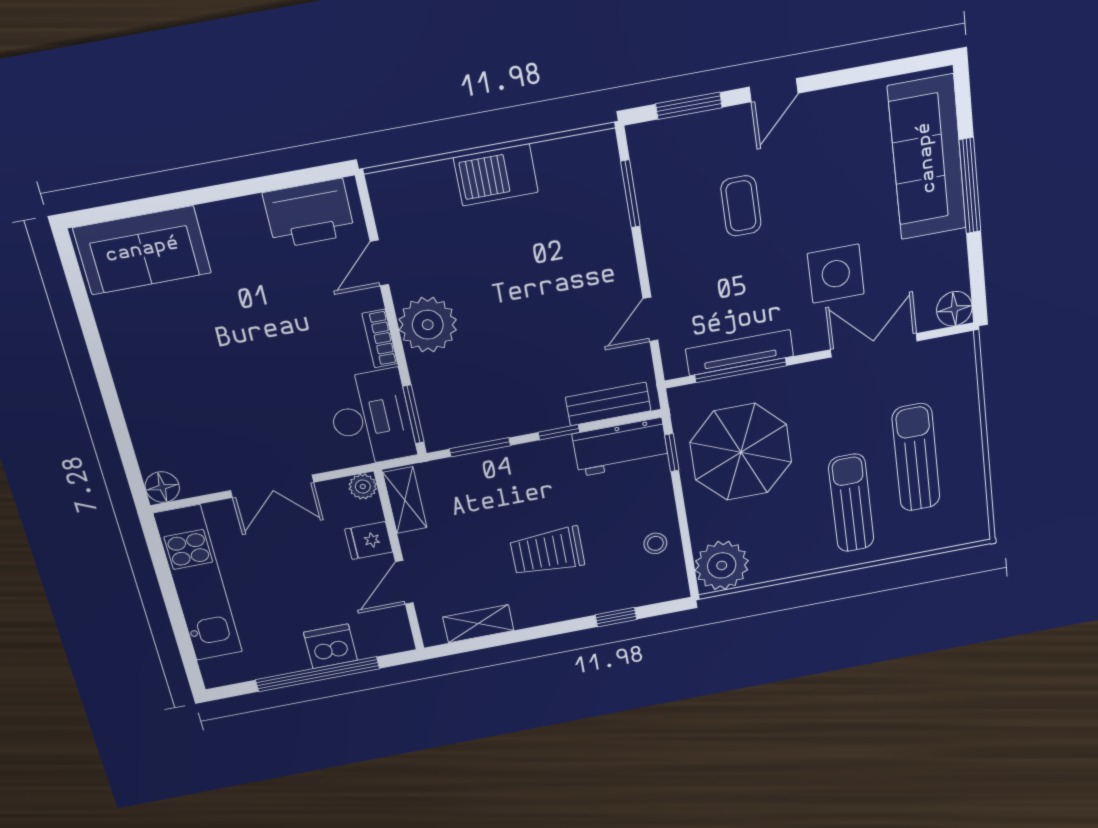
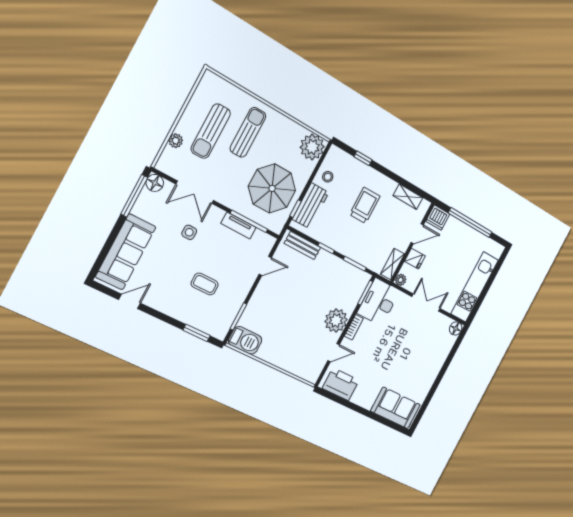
door: (774, 90) -> (130, 301), moved
barbecue: (496, 175) -> (245, 340), moved
window: (970, 186) -> (134, 196), moved
coffee table: (741, 206) -> (205, 284), turned 90
side table: (836, 274) -> (189, 232), width x0.54, depth x0.54
tv unit: (740, 353) -> (238, 225), width x0.71
plant: (965, 400) -> (176, 141), added
workbench: (620, 447) -> (311, 206), moved, turned 90
sun lounger: (851, 503) -> (248, 132), turned 180
trolley: (547, 552) -> (365, 205), turned -90
dishwasher: (331, 646) -> (438, 218), moved

